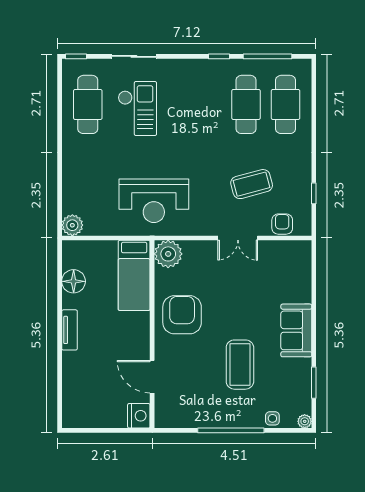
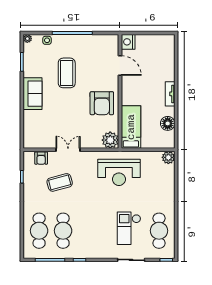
reception desk: (154, 201) -> (119, 172), turned 180

